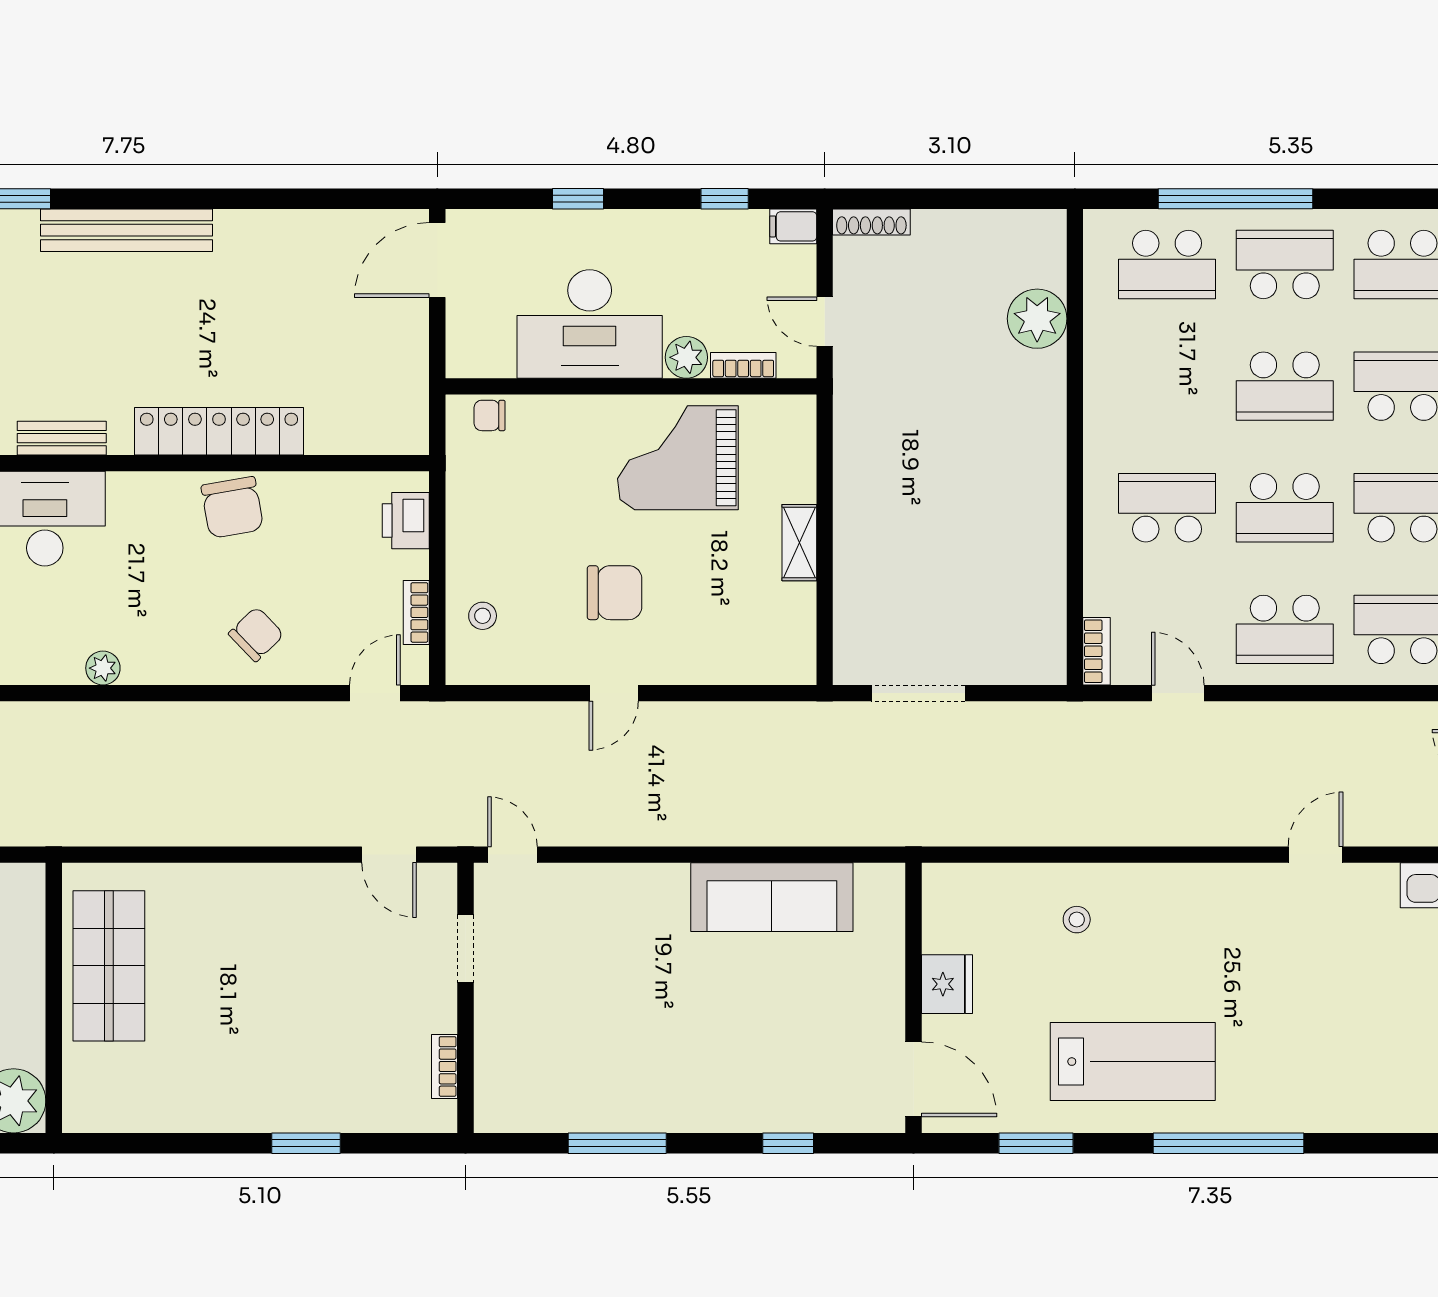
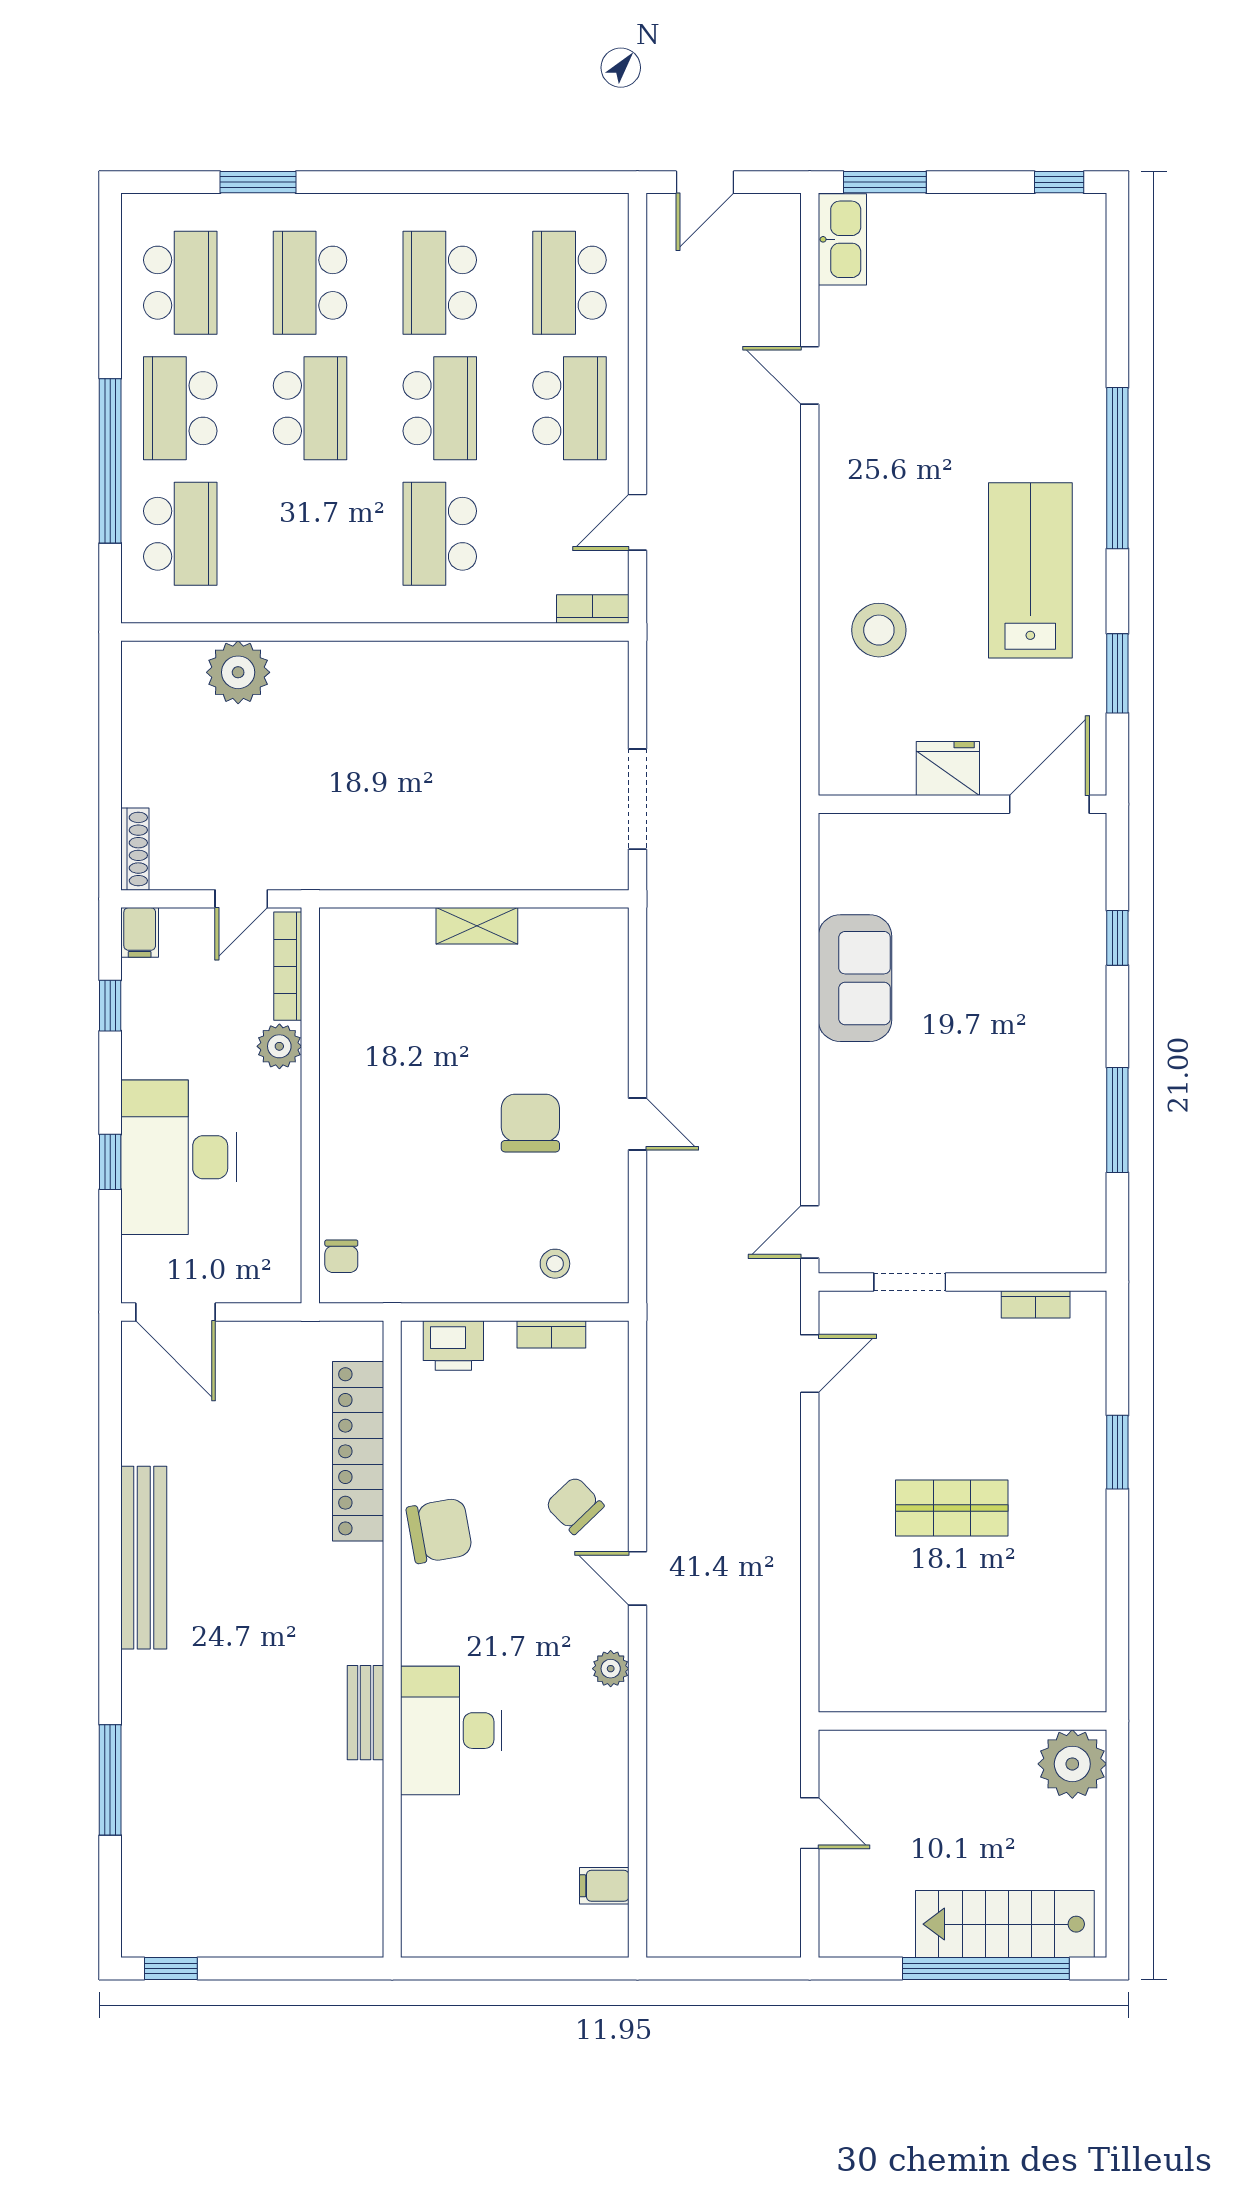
bench: (126, 230) -> (144, 1558), moved
desk: (590, 324) -> (179, 1157), moved, turned 180
bookcase: (743, 365) -> (288, 966), width x1.56
locker: (219, 431) -> (358, 1451), moved
grand piano: (678, 458) -> (386, 1055), removed
door: (375, 693) -> (637, 1578), moved
sofa: (772, 897) -> (855, 978), width x0.73
stool: (1077, 920) -> (879, 630), width x1.89, depth x1.89
shop shelf: (109, 966) -> (952, 1508), moved, width x0.70, depth x0.74

